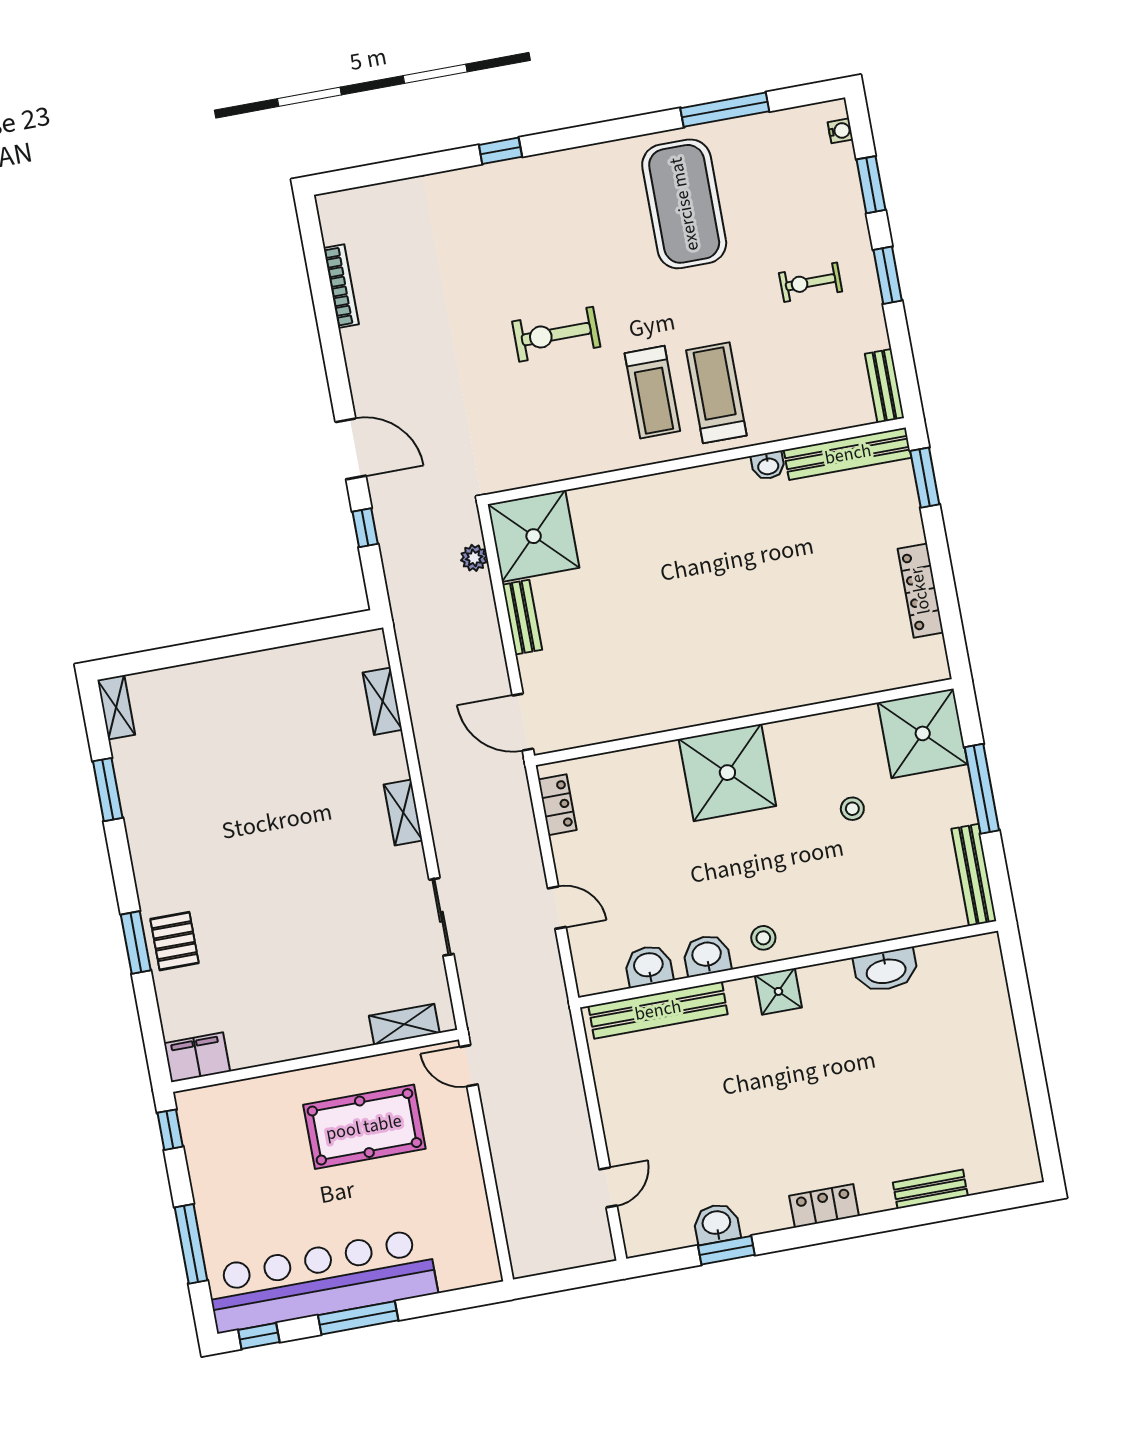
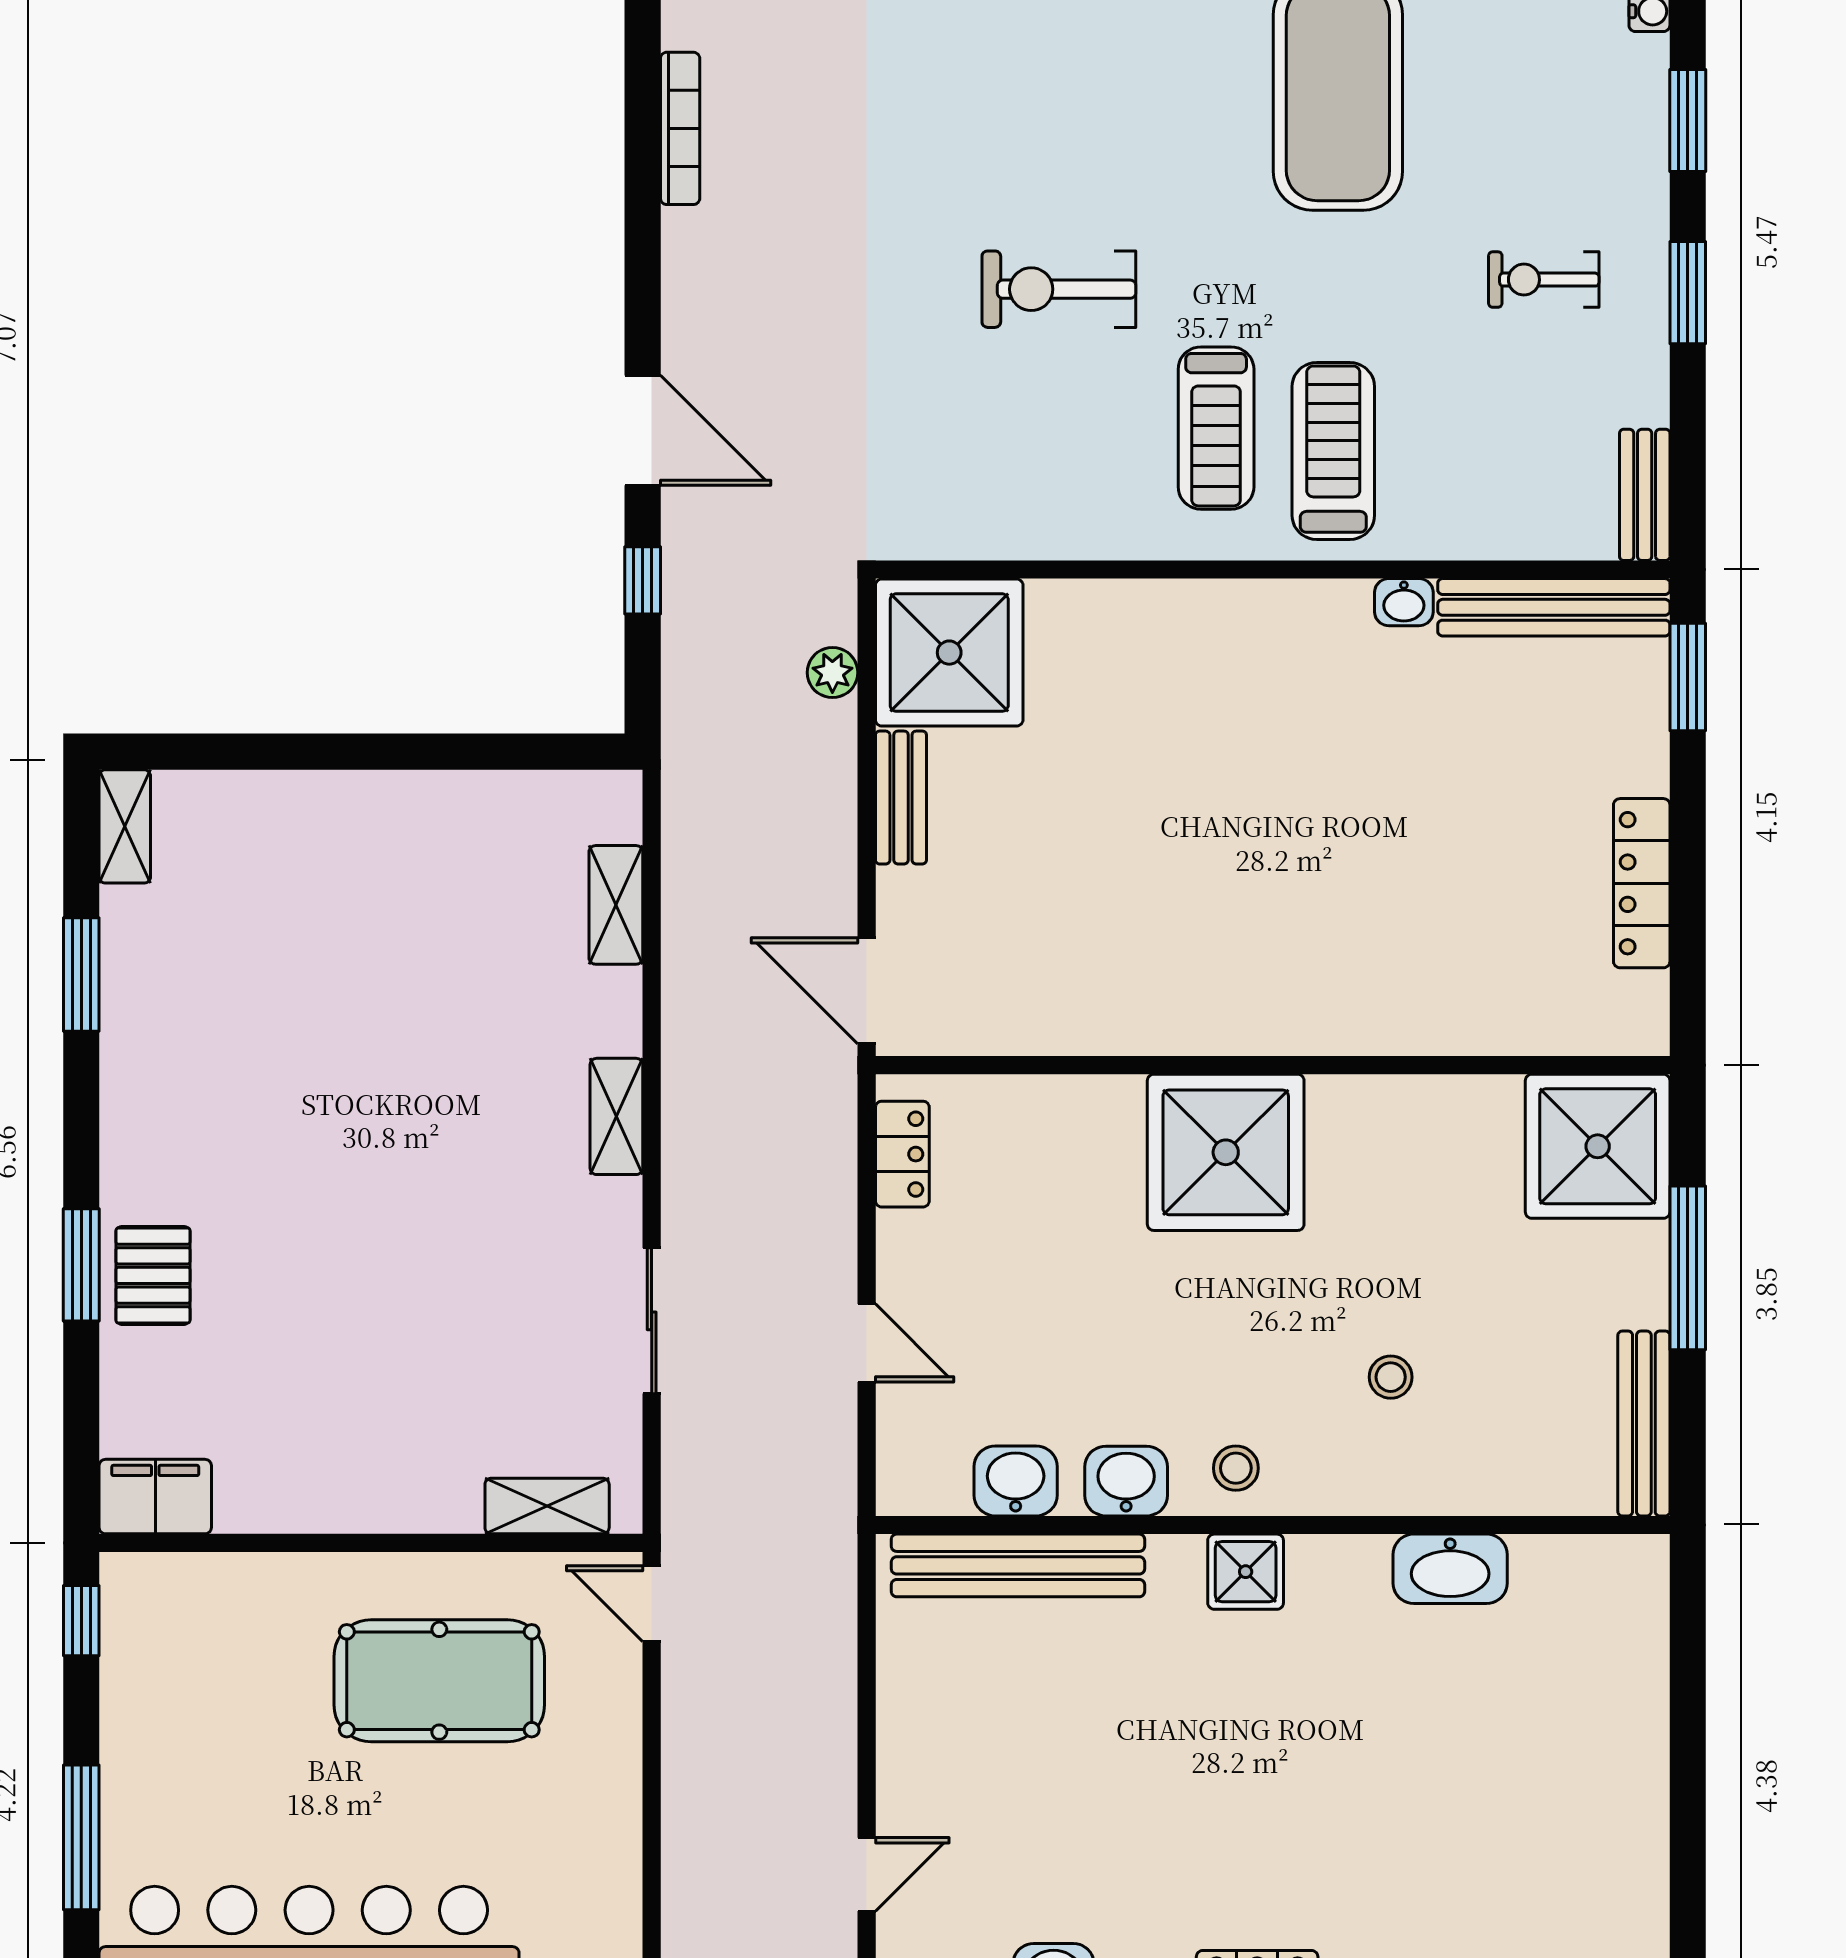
stool: (852, 809) -> (1391, 1377), moved

